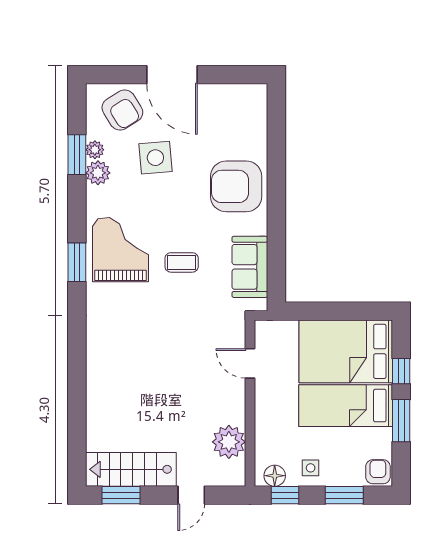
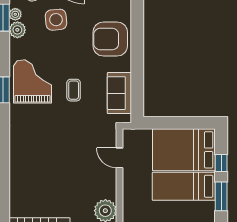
coffee table: (182, 262) -> (74, 90), turned 90

